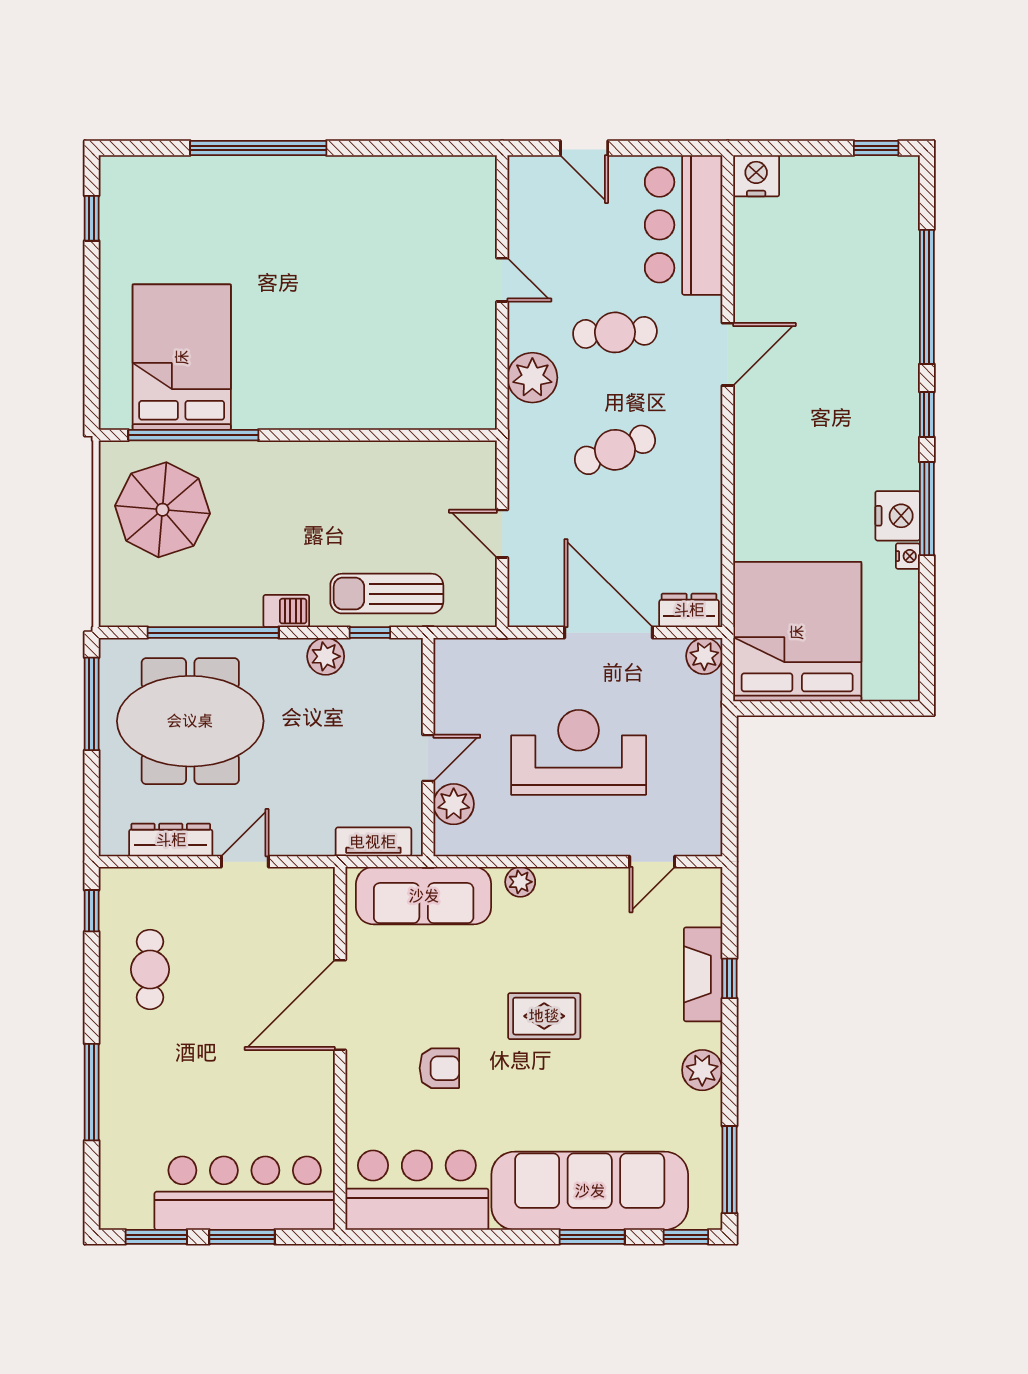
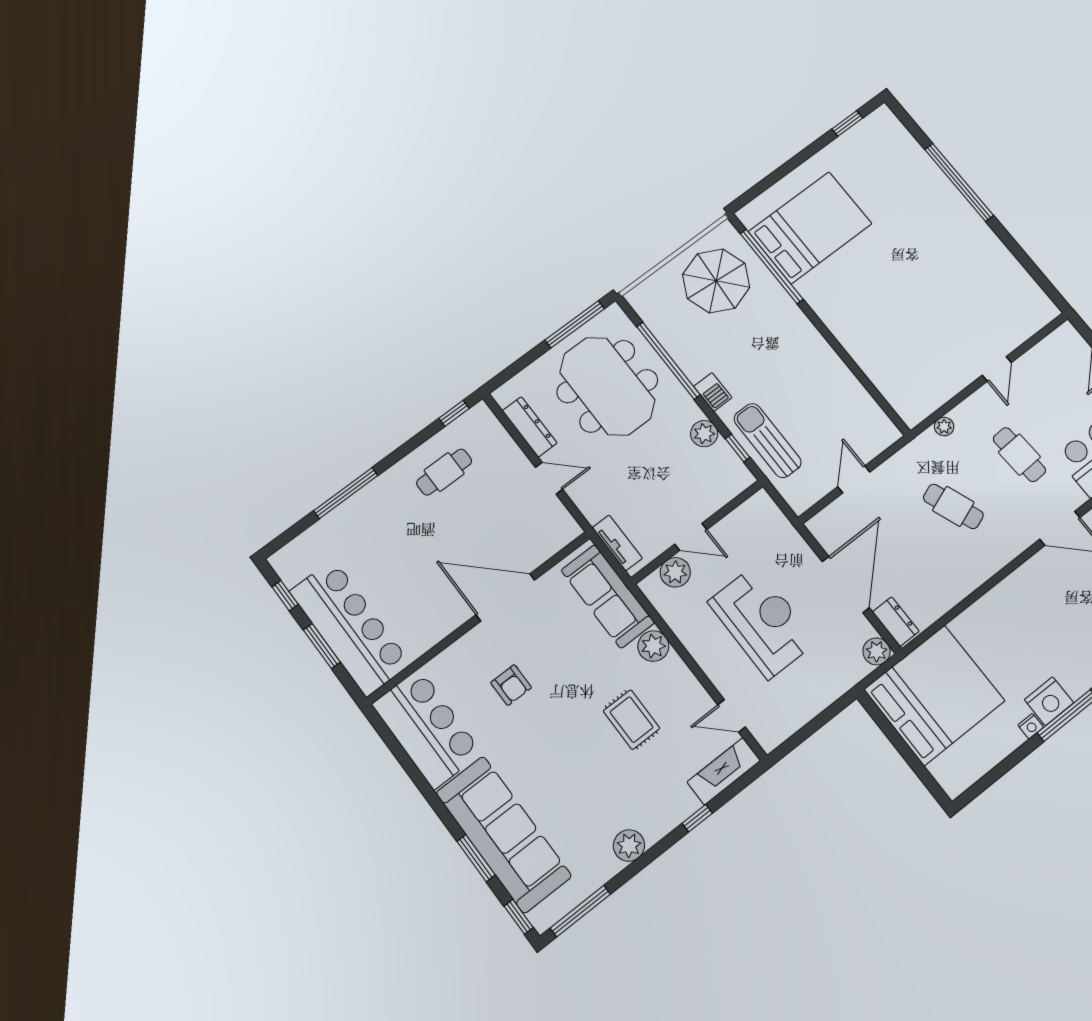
plant: (532, 378) -> (944, 427), width x0.53, depth x0.53
plant: (520, 882) -> (653, 646), width x1.38, depth x1.38
fireplace: (703, 974) -> (724, 771), moved
rug: (544, 1016) -> (632, 720), moved
window: (156, 1237) -> (285, 596), width x0.67

